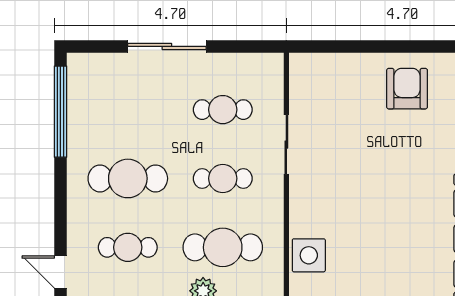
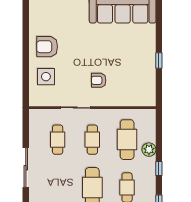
armchair: (340, 191) -> (99, 80), added
side table: (309, 255) -> (46, 77), moved

